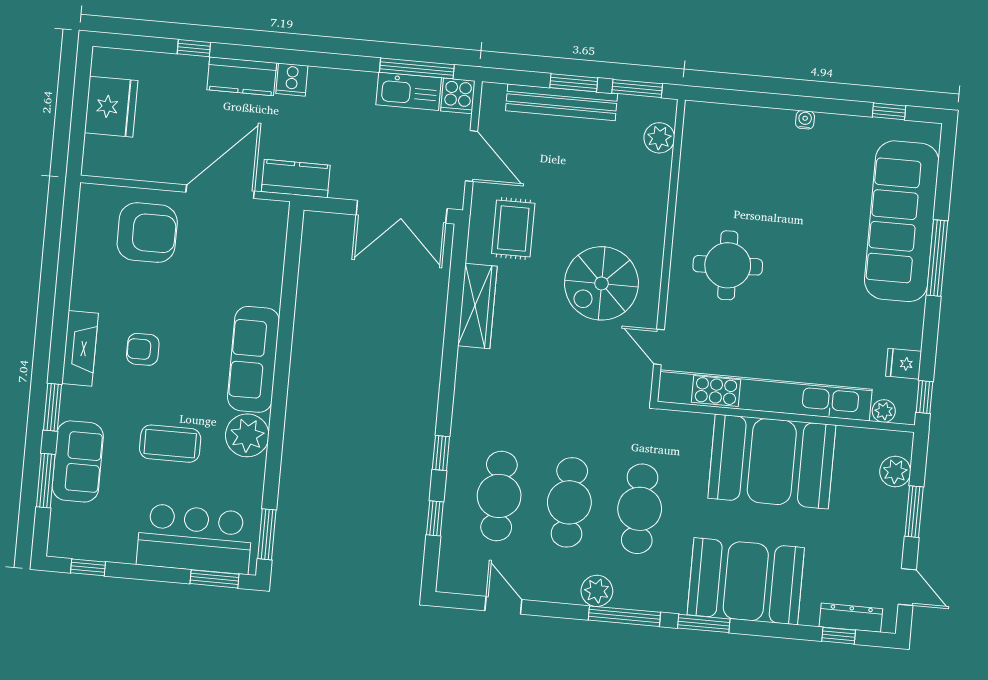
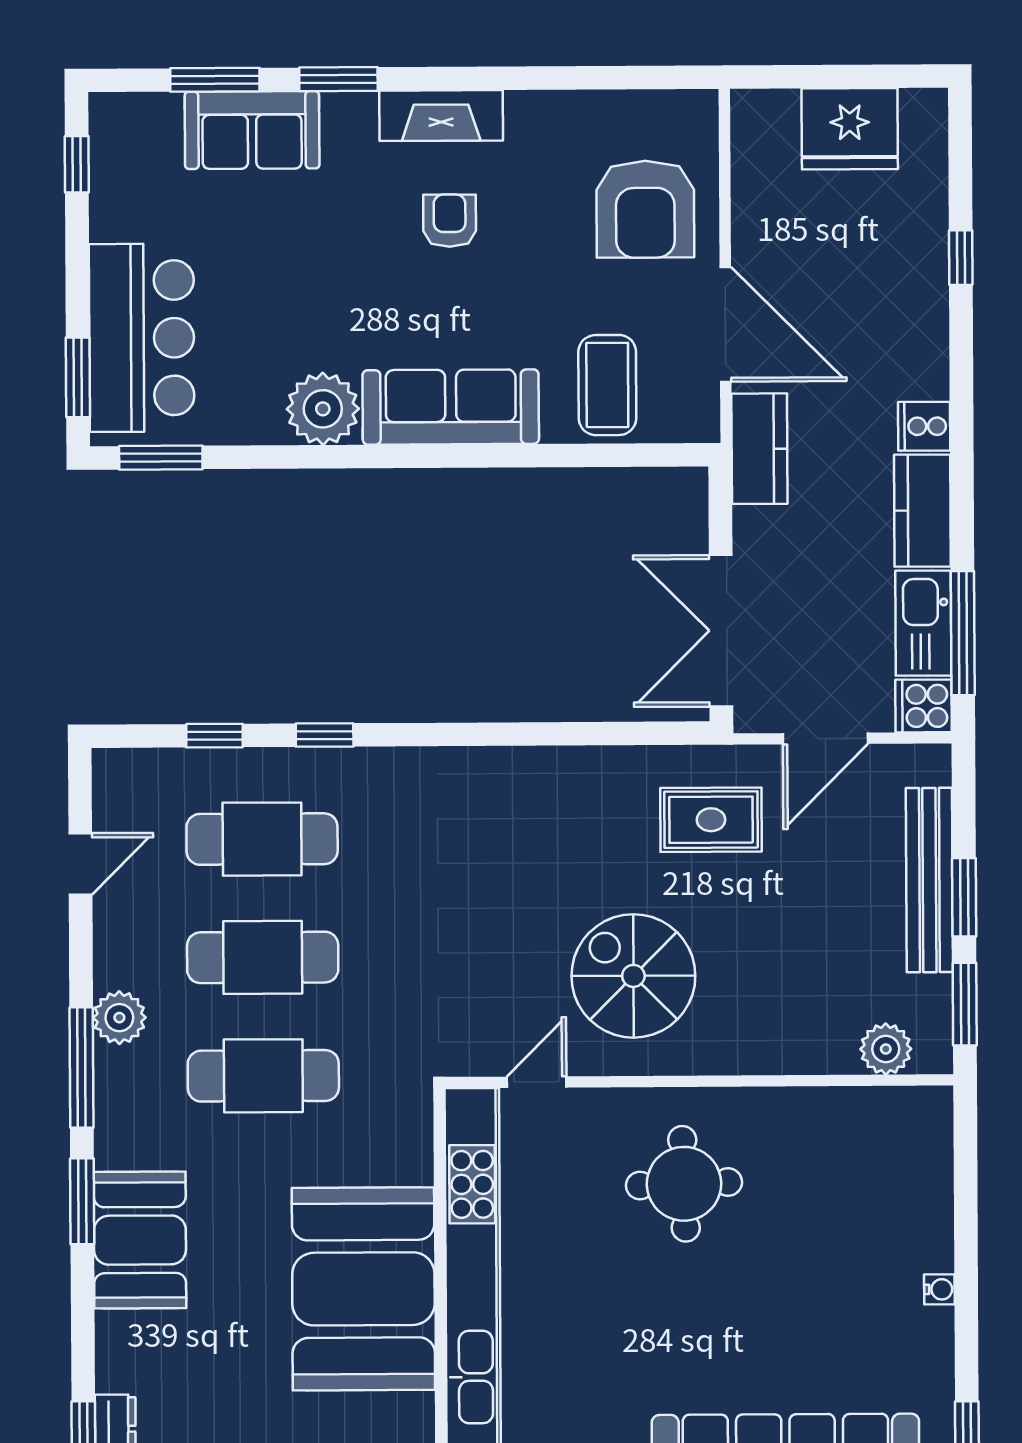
kitchen counter: (242, 76) -> (922, 511), moved
wardrobe: (477, 306) -> (576, 772), removed
coffee table: (170, 444) -> (607, 385), moved
booth: (746, 581) -> (140, 1240), width x0.73, depth x0.70

